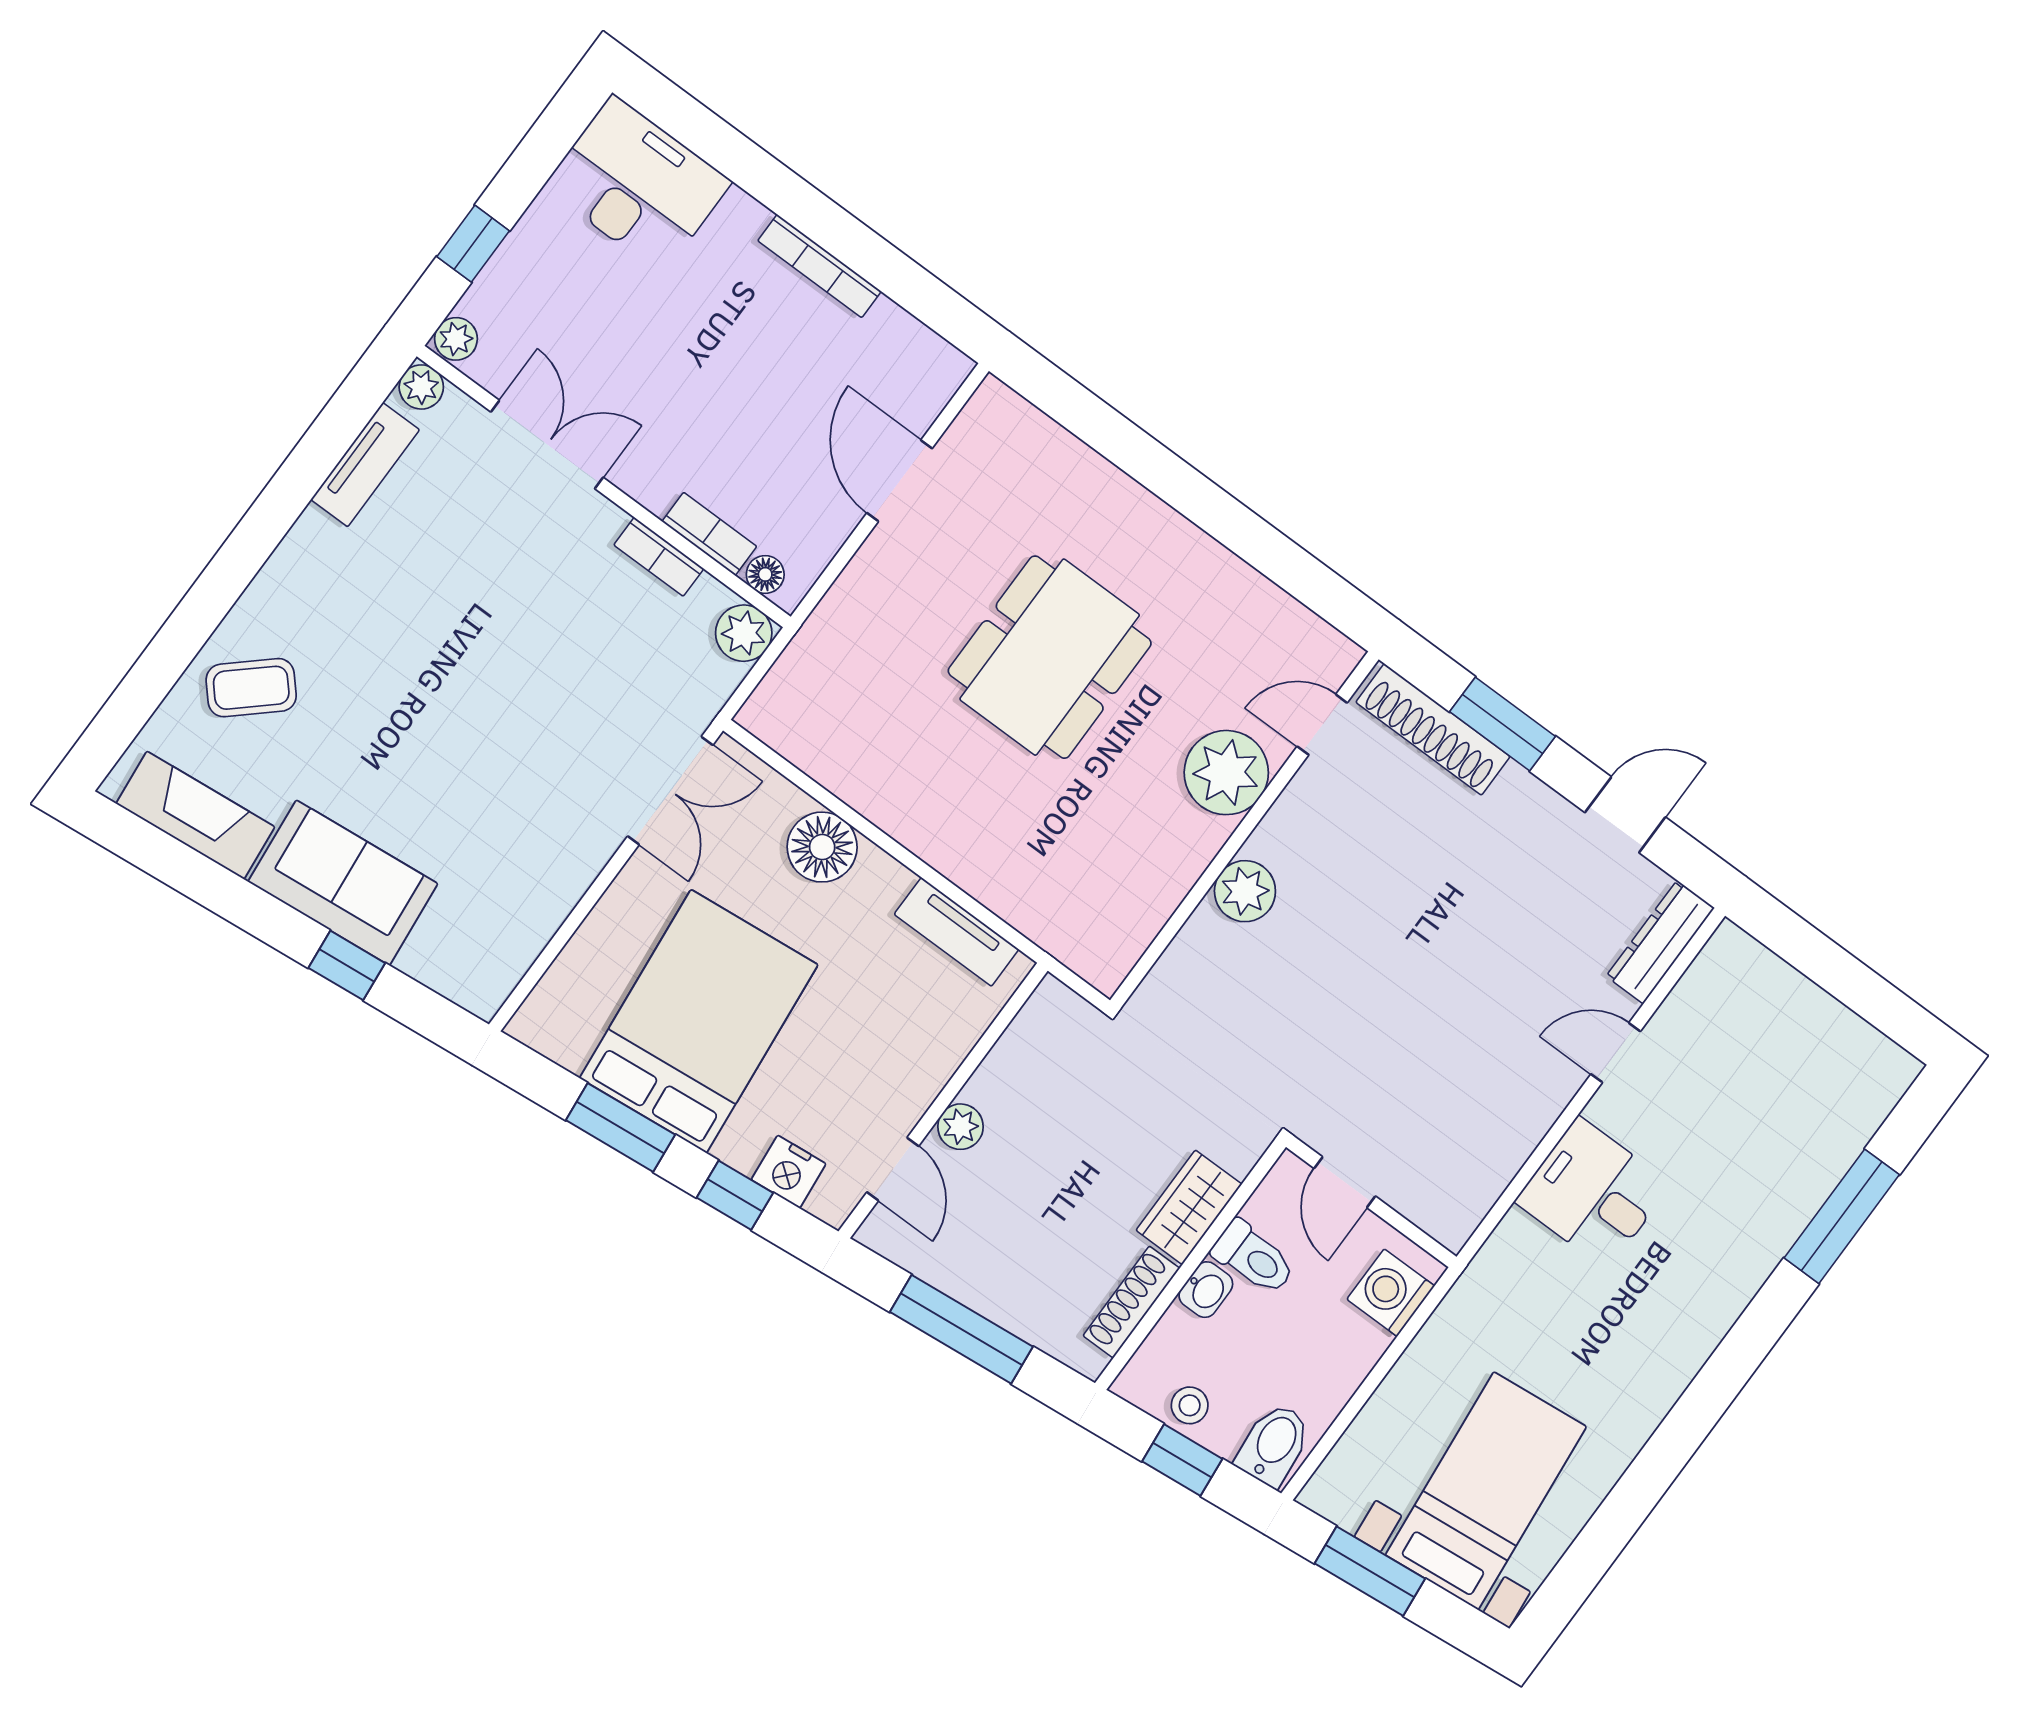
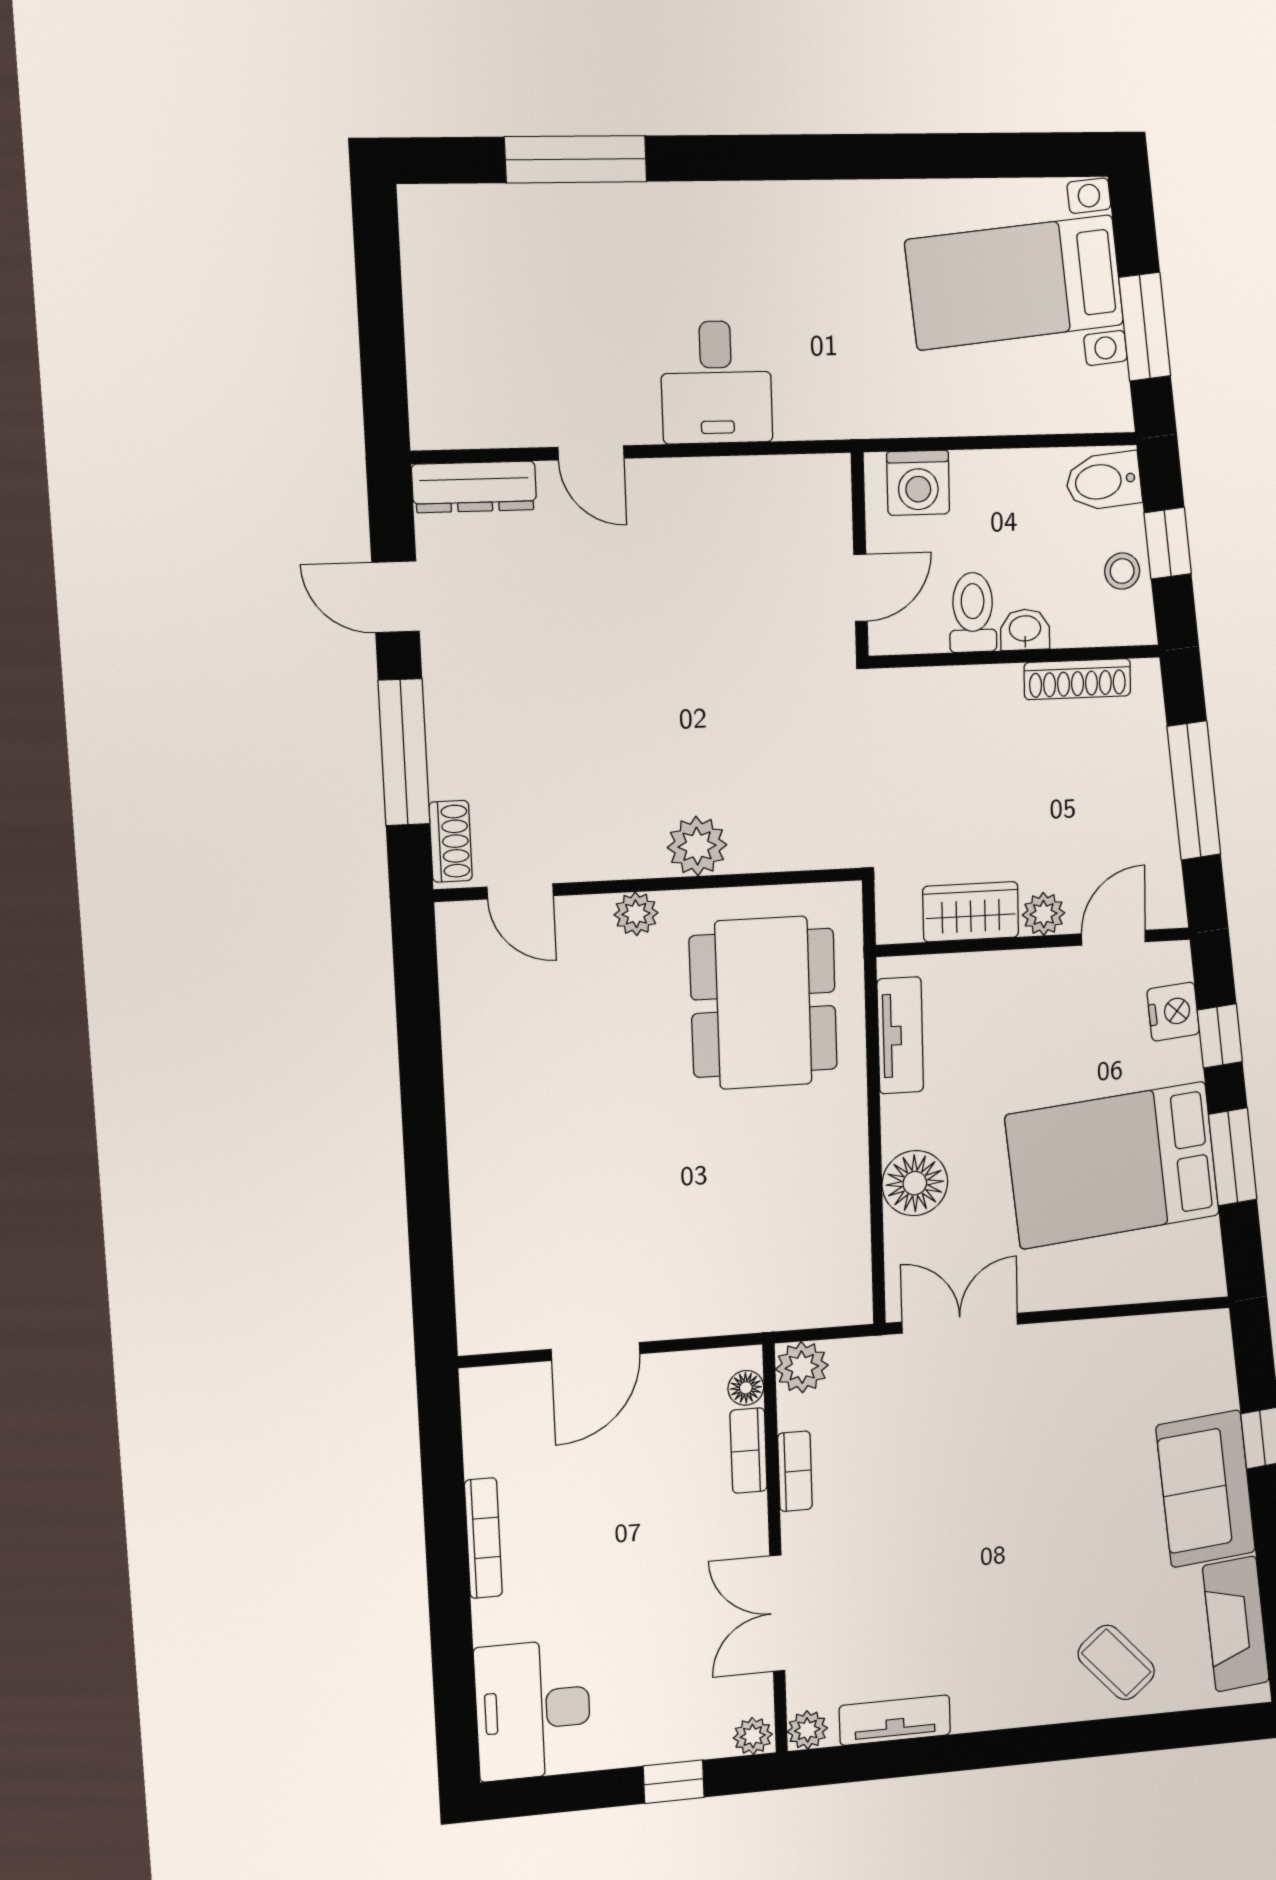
dining table: (1050, 657) -> (763, 1003), moved, turned 90
window: (1503, 724) -> (404, 752), width x1.44
shoe rack: (1433, 729) -> (451, 841), width x0.51, depth x0.81
plant: (1226, 773) -> (636, 914), width x0.53, depth x0.53
wardrobe: (1189, 1207) -> (971, 912), moved, turned 180

